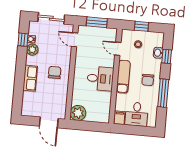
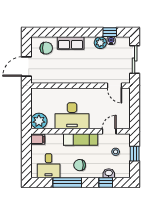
window: (97, 22) -> (135, 107), removed
door: (75, 40) -> (114, 86), swing flipped
chair: (55, 72) -> (46, 48), moved
desk: (100, 79) -> (72, 116), width x1.37
plant: (78, 113) -> (39, 121), moved
desk: (137, 114) -> (49, 166), moved, turned -90

